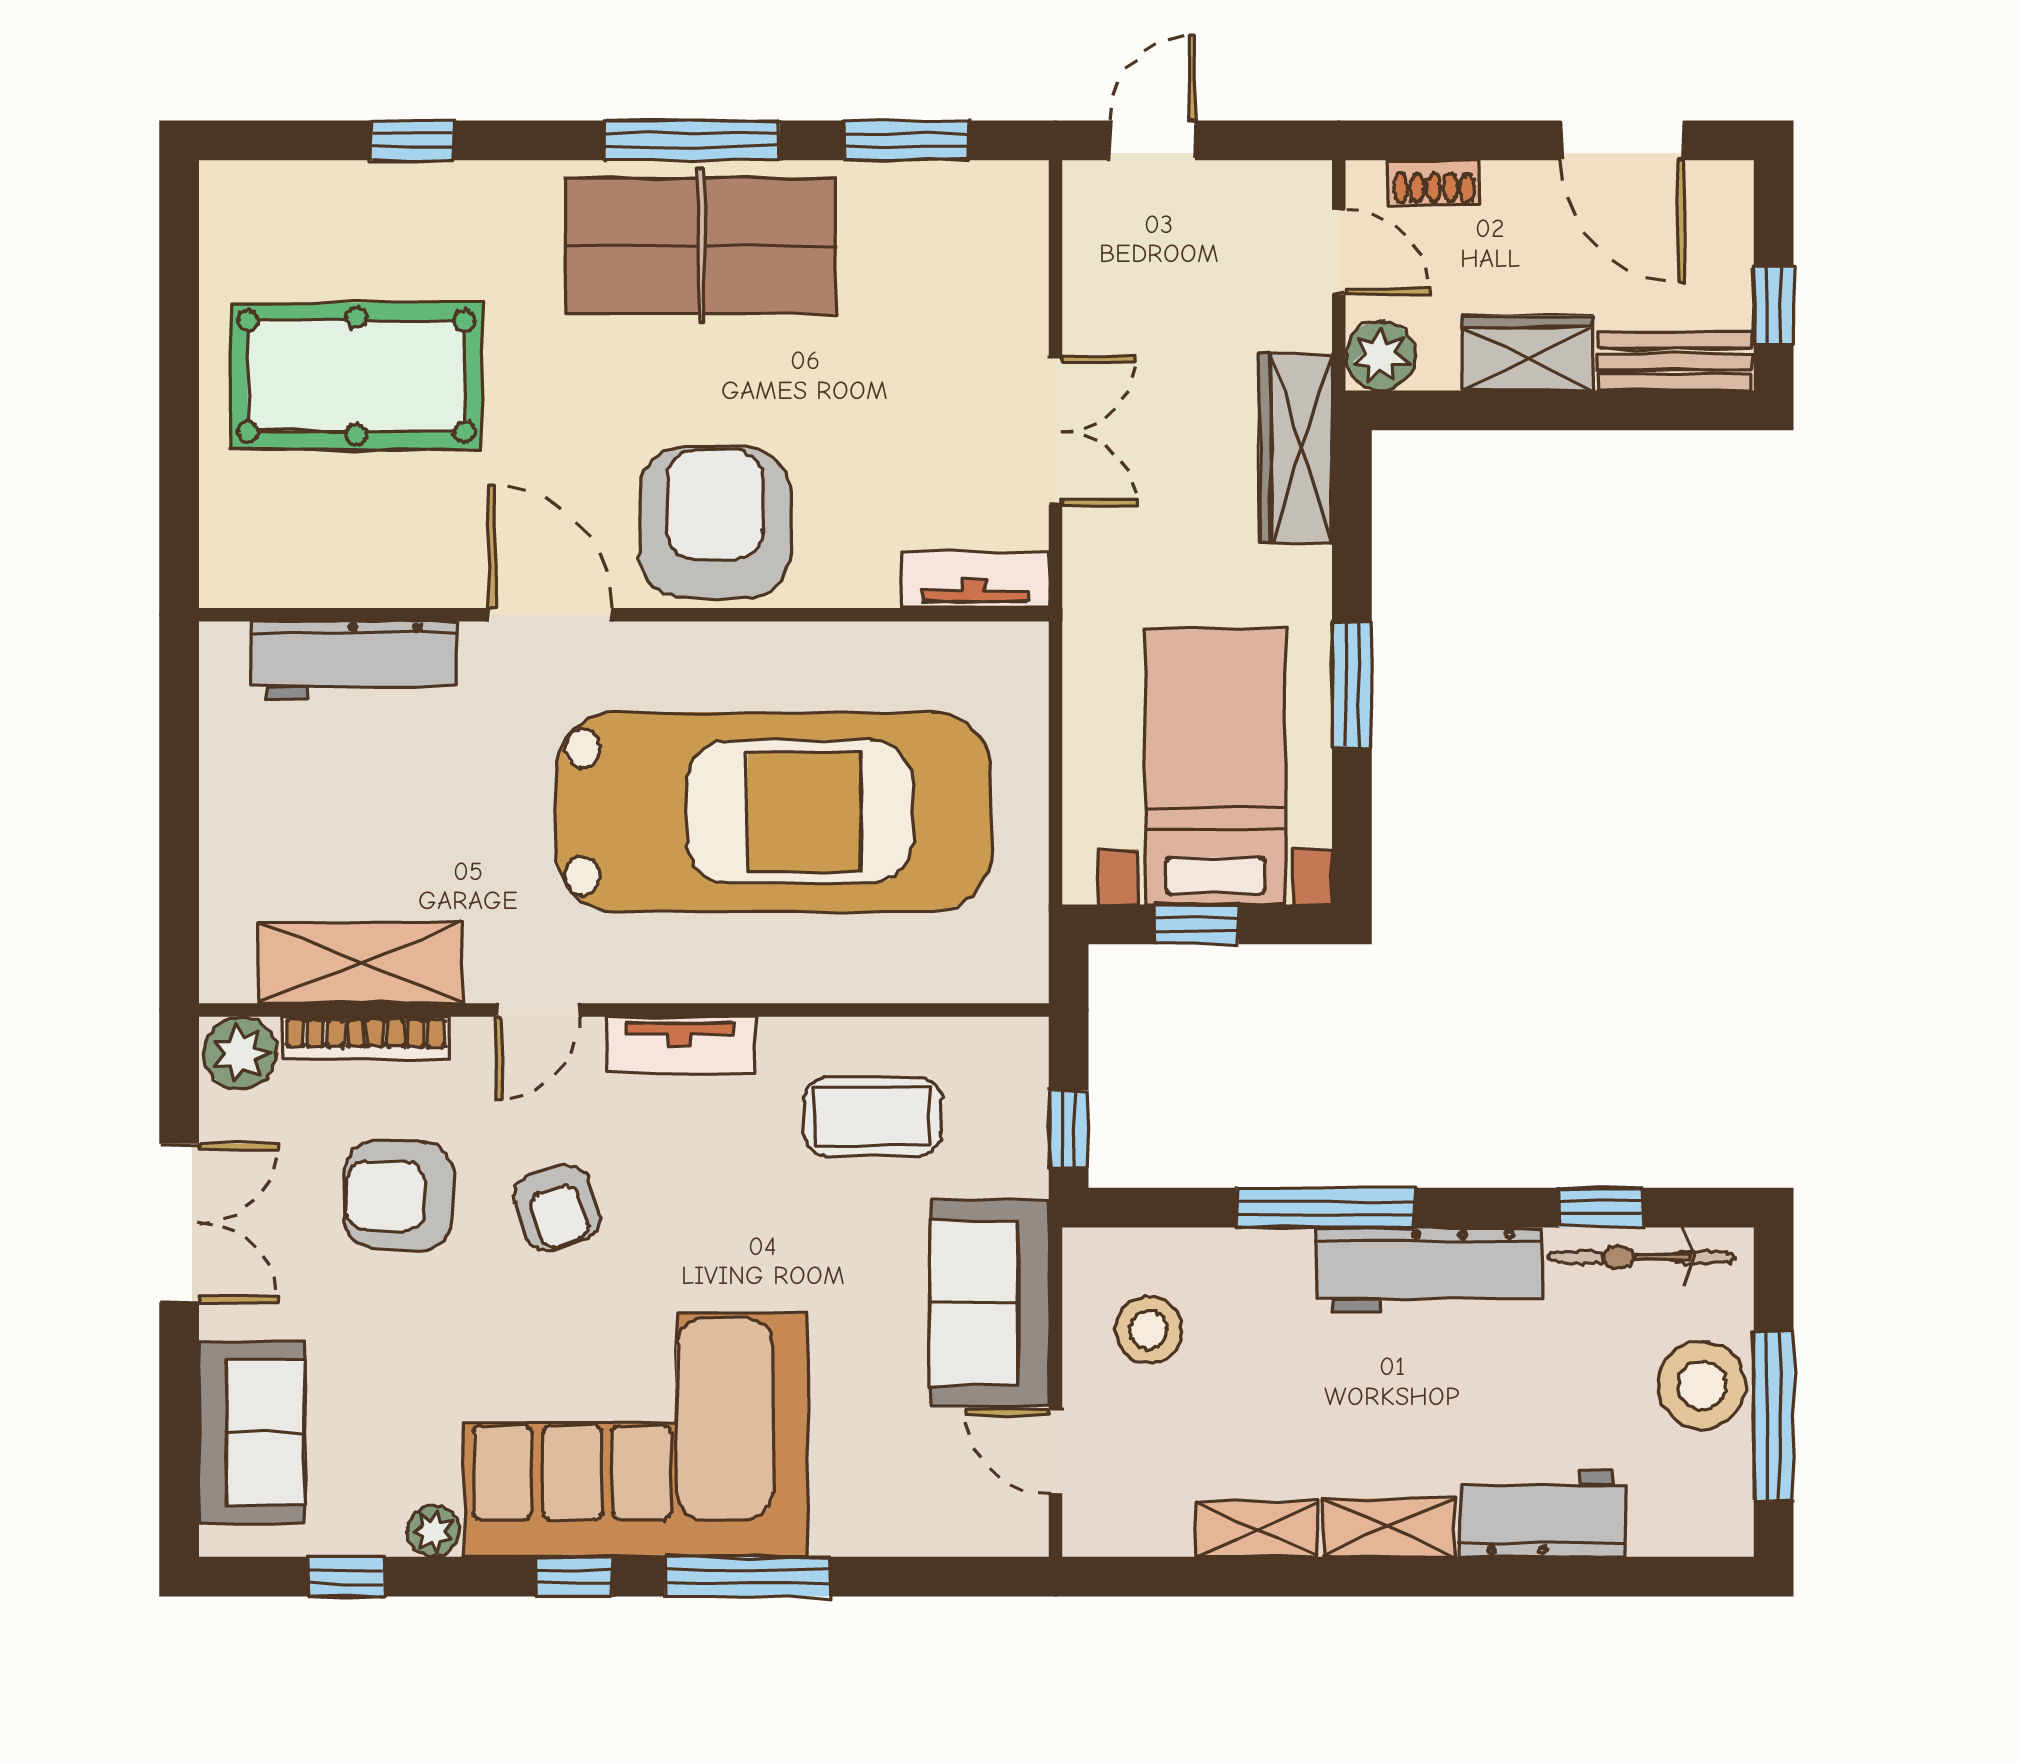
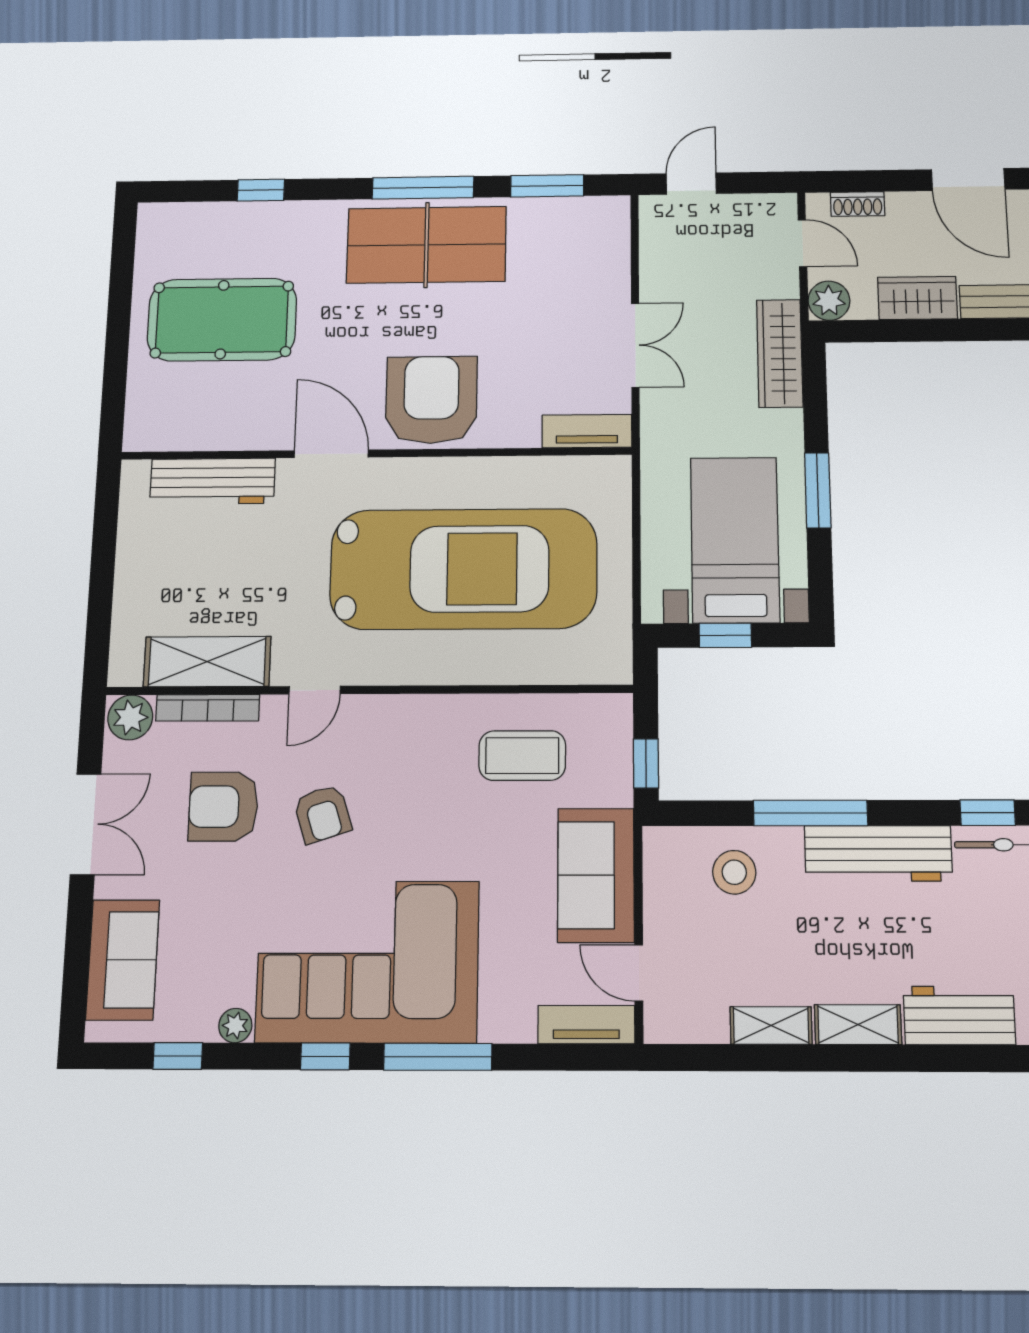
tv unit: (680, 1045) -> (586, 1025), moved, turned 180
stool: (1149, 1330) -> (734, 872), moved

